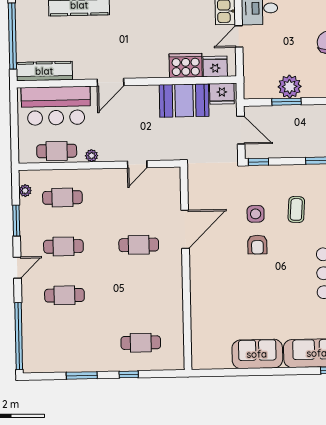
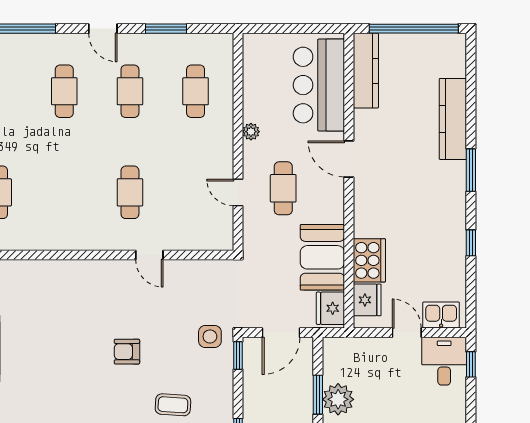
cafe table: (57, 151) -> (283, 188), moved
plant: (25, 191) -> (206, 41), removed
side table: (256, 214) -> (210, 336), moved
door: (185, 229) -> (149, 255), width x0.53

